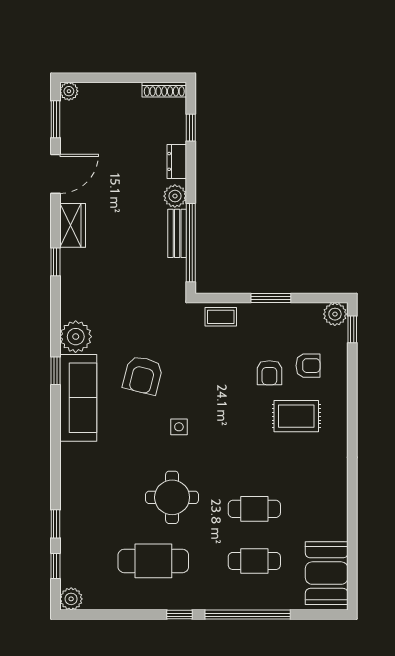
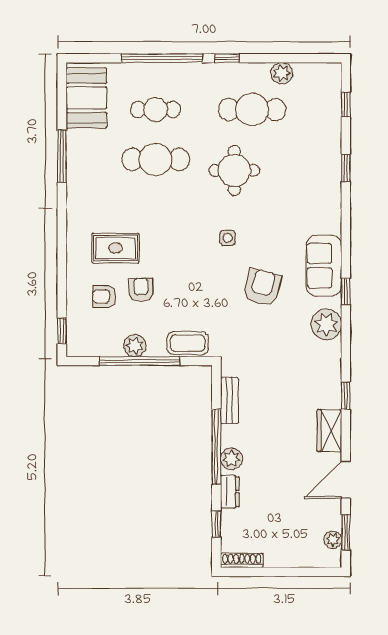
plant: (69, 91) -> (333, 540), moved
bench: (177, 233) -> (229, 400), moved
window: (191, 243) -> (216, 447), moved
window: (271, 298) -> (140, 361), width x2.11
plant: (335, 314) -> (135, 346), moved
coffee table: (221, 317) -> (188, 343), width x1.36, depth x1.30
sofa: (78, 398) -> (324, 266), width x0.73
cafe table: (254, 509) -> (156, 159), width x1.37, depth x1.35
window: (352, 512) -> (62, 156), added
window: (55, 524) -> (346, 168), moved
plant: (71, 599) -> (282, 73), moved

